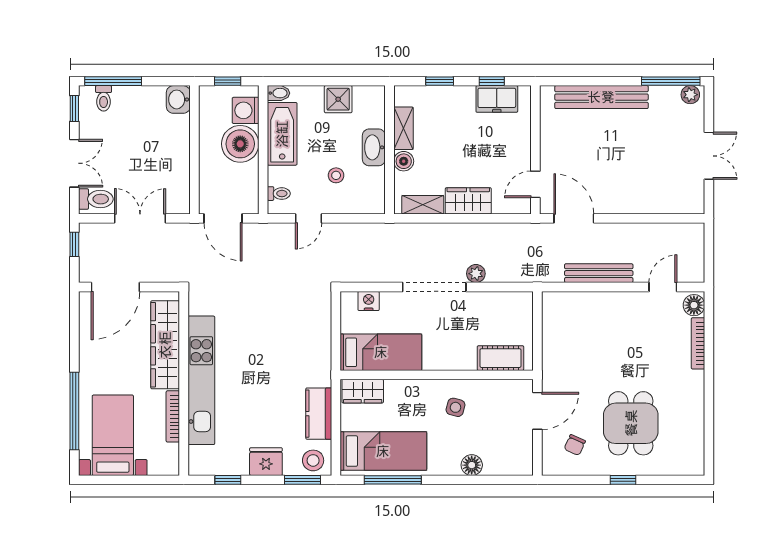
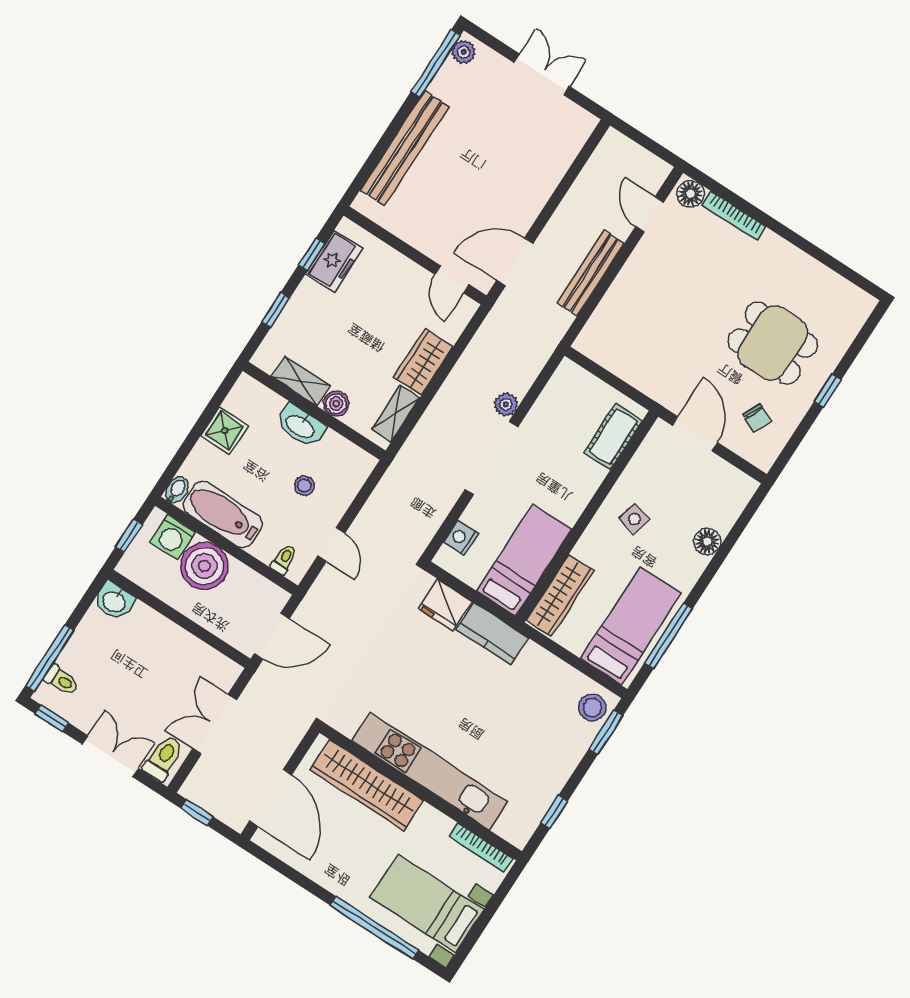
wardrobe: (363, 391) -> (560, 596), width x1.50
kitchen counter: (319, 414) -> (492, 634), moved
bookcase: (173, 416) -> (481, 848), moved
fridge: (266, 462) -> (445, 605), moved, turned -90

